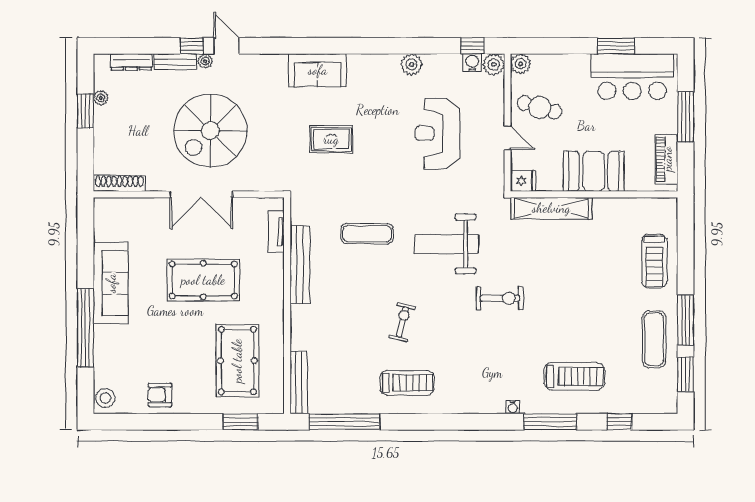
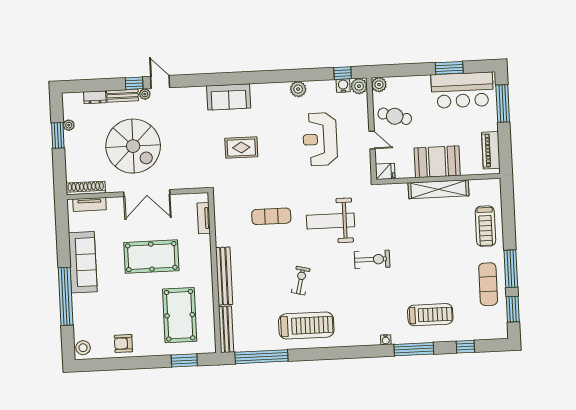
dresser: (131, 62) -> (95, 97), width x0.70
window: (686, 117) -> (503, 104), moved
spiral stairs: (210, 131) -> (133, 146), moved, turned -90
tv unit: (124, 206) -> (90, 204), added
shelving: (551, 208) -> (438, 189), moved
bench: (300, 265) -> (224, 276), moved
treadmill: (407, 383) -> (306, 326), width x1.37, depth x1.38

